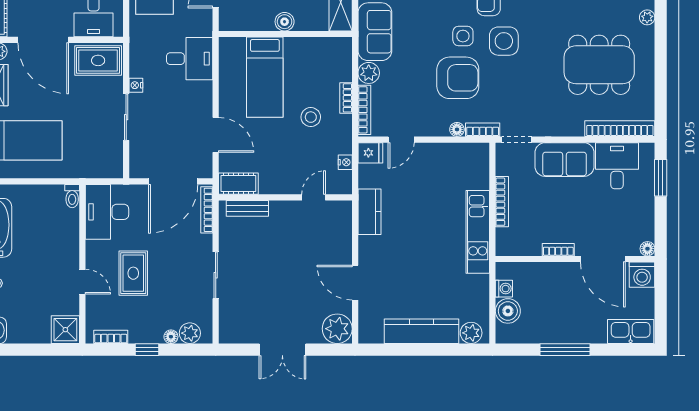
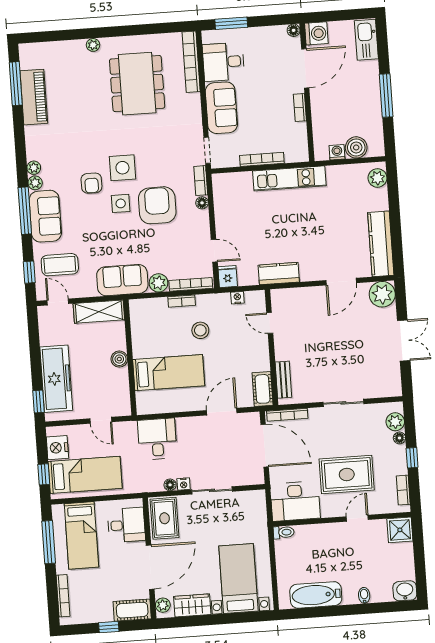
floor lamp: (136, 70) -> (170, 485), added
rug: (133, 273) -> (347, 475), width x1.36, depth x1.43
kitchen counter: (422, 331) -> (381, 244), moved

